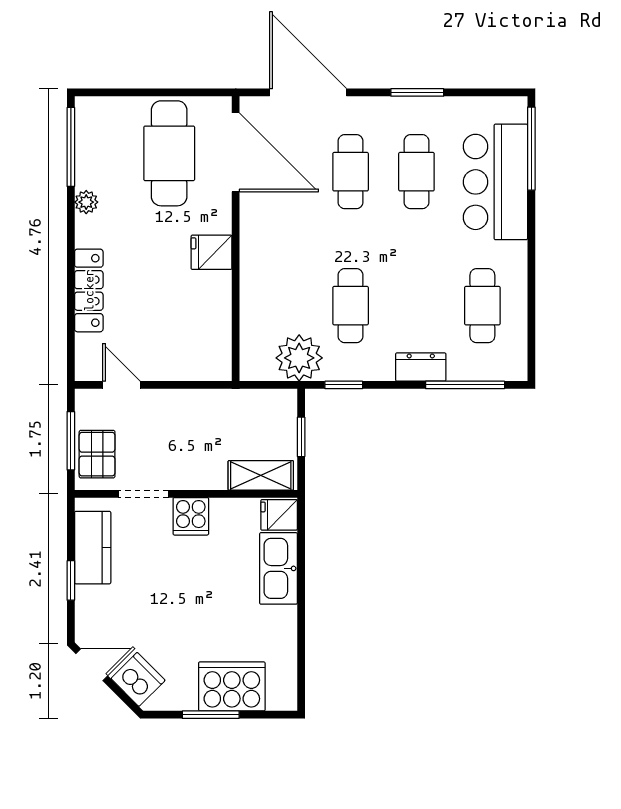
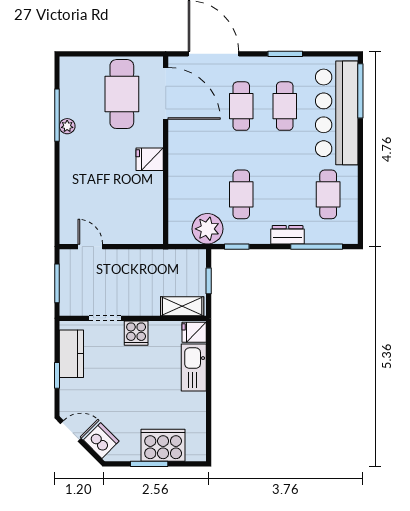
window: (71, 147) -> (57, 115), moved
bar counter: (495, 182) -> (337, 113), width x1.36
locker: (89, 290) -> (69, 184), removed
pallet: (97, 454) -> (74, 292), removed

